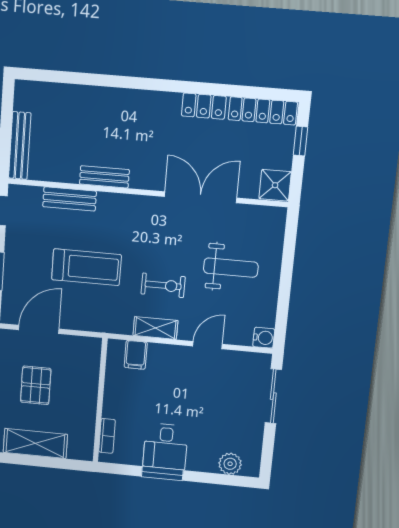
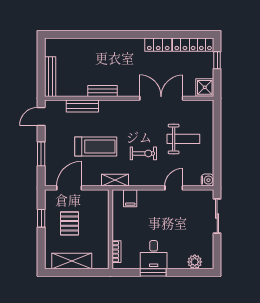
shelving: (155, 328) -> (115, 180), moved

